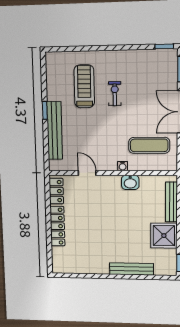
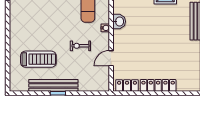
treadmill: (84, 86) -> (38, 59), turned 180
exercise bike: (115, 94) -> (80, 46), moved
bench: (55, 131) -> (53, 85), moved

